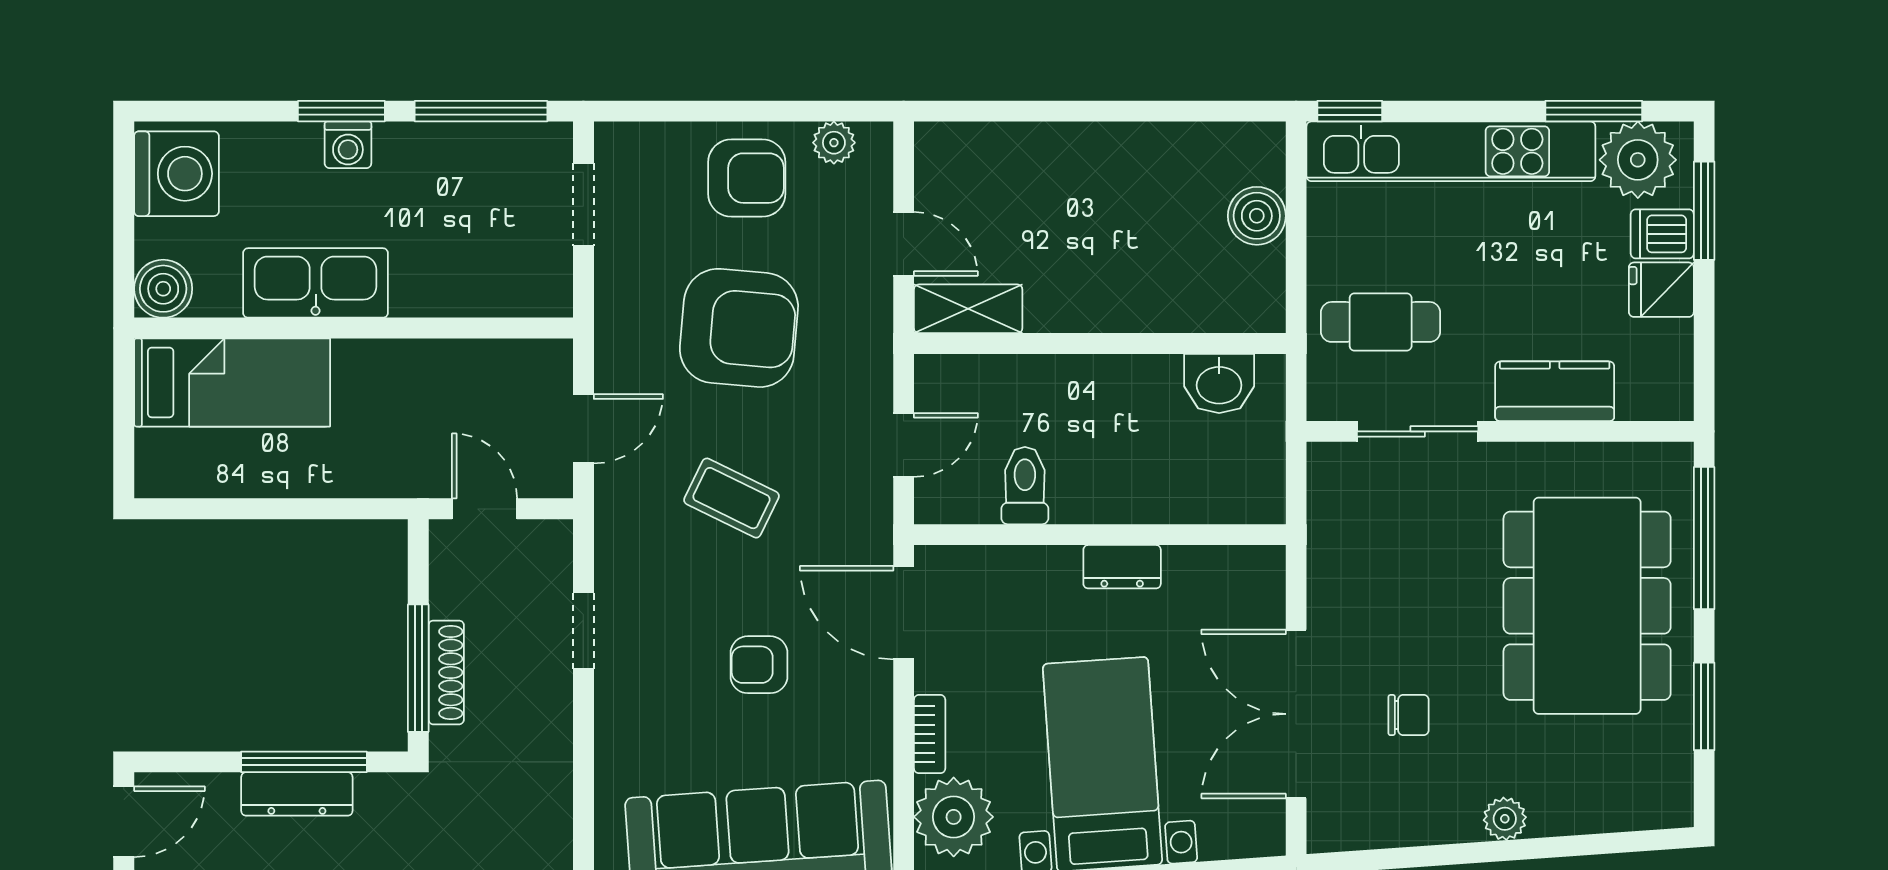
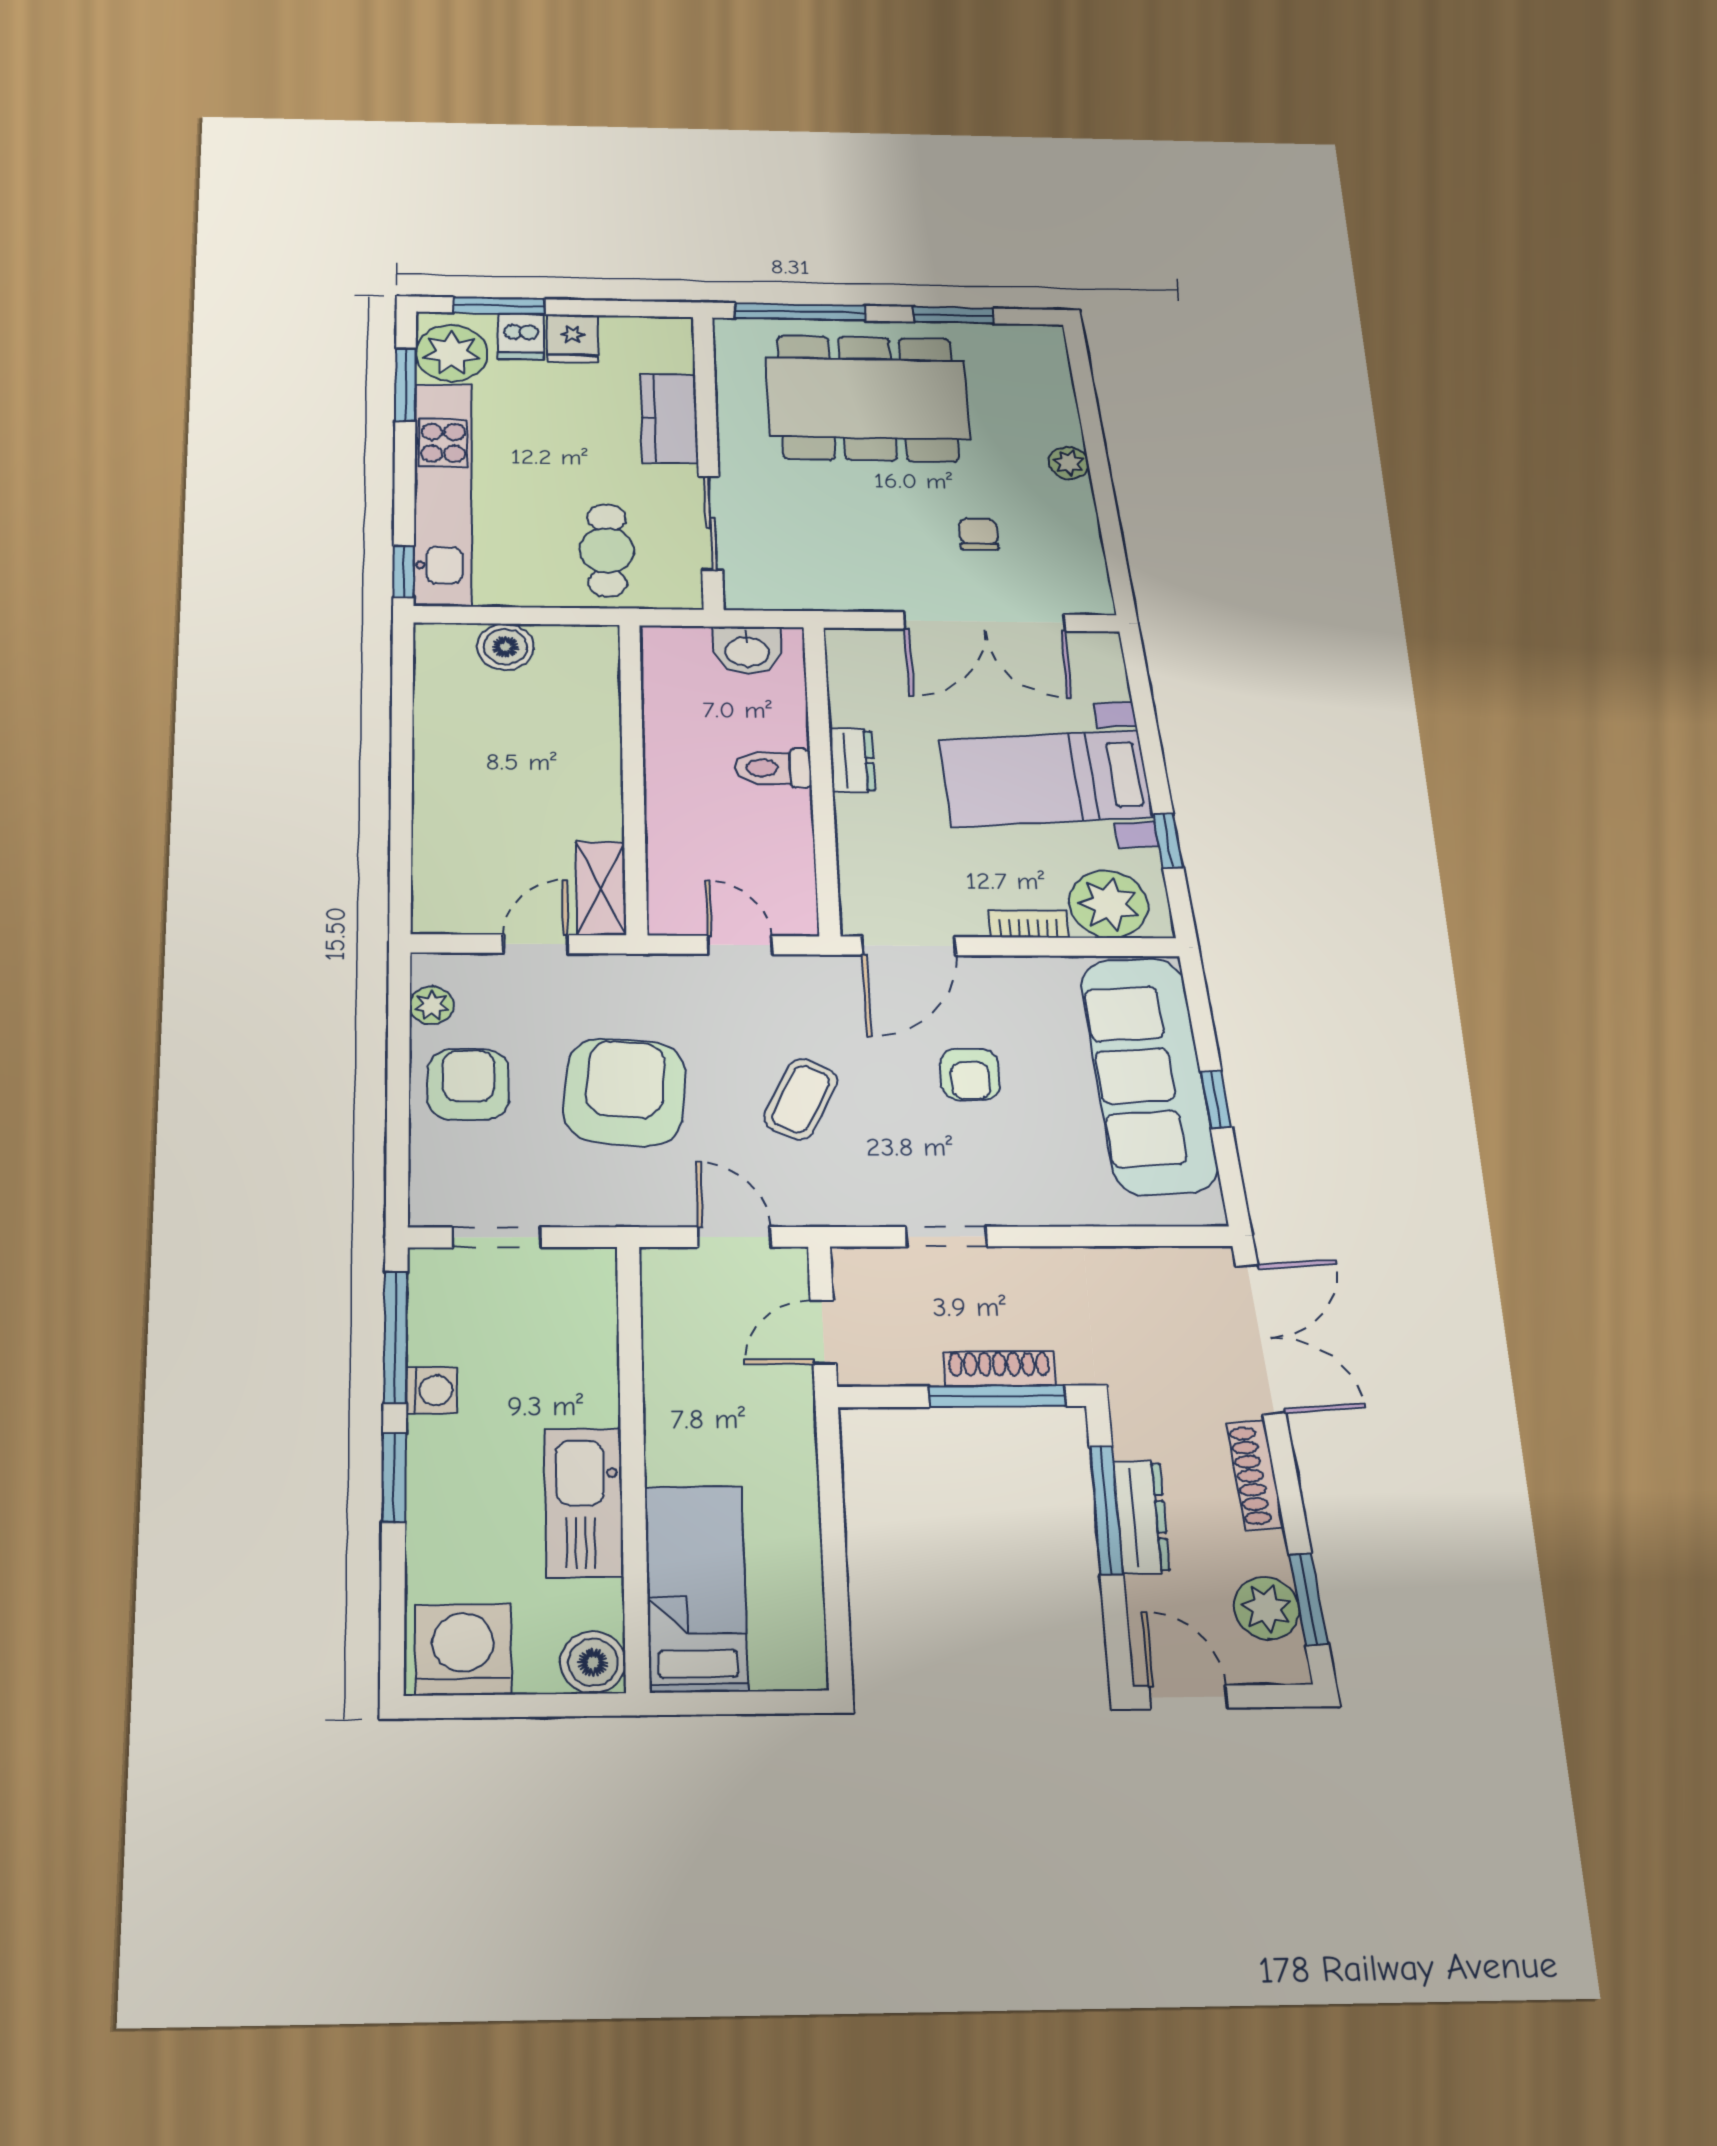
washing machine: (348, 145) -> (432, 1390), moved
washbasin: (1219, 383) -> (747, 650), moved, turned 90
toilet: (1025, 486) -> (773, 768), moved

